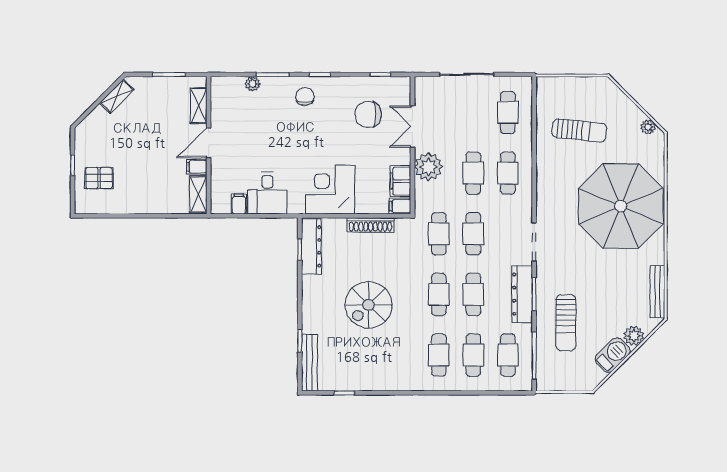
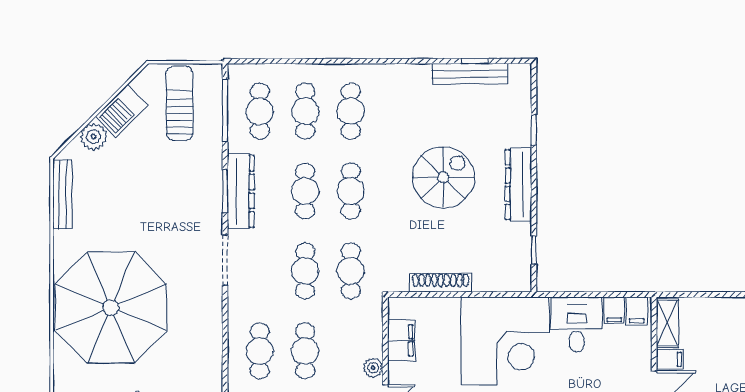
plant: (428, 167) -> (373, 368), width x0.53, depth x0.53
corner desk: (330, 190) -> (505, 341), width x1.36, depth x1.36
filing cabinet: (400, 206) -> (637, 311), moved, turned 90
dresser: (311, 246) -> (518, 185), moved
sun lounger: (566, 323) -> (180, 103), moved
bench: (310, 363) -> (470, 74), moved, turned 90

